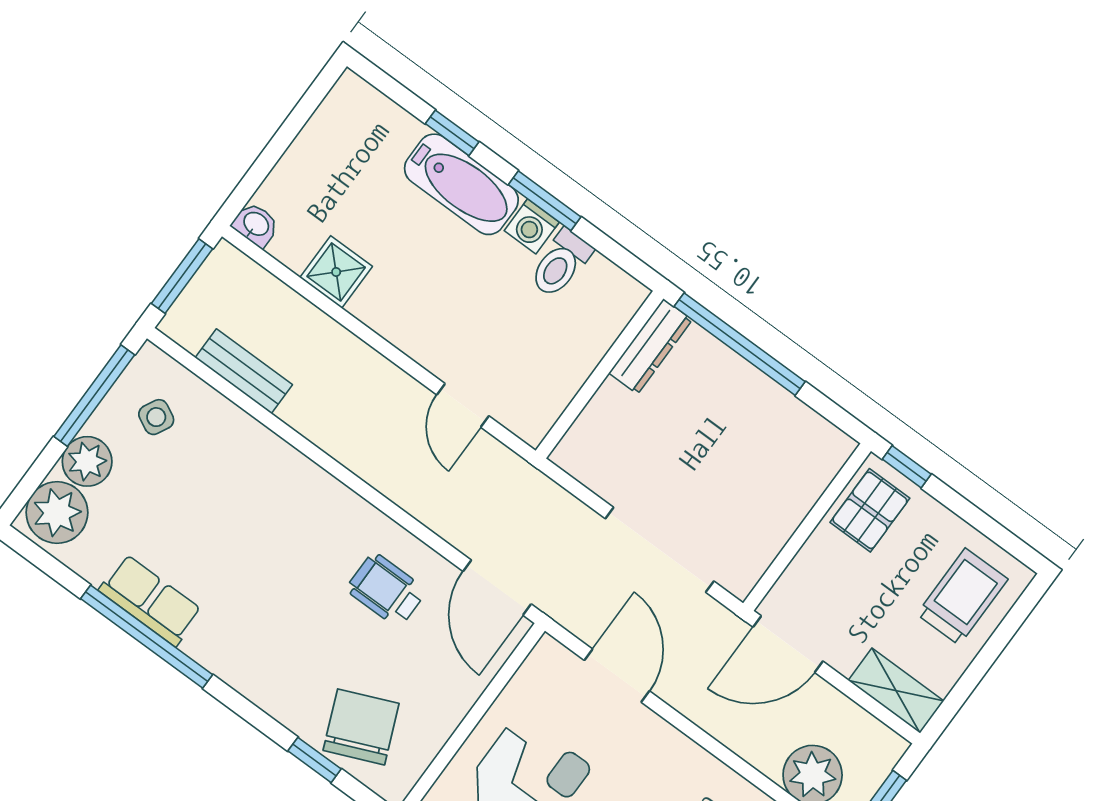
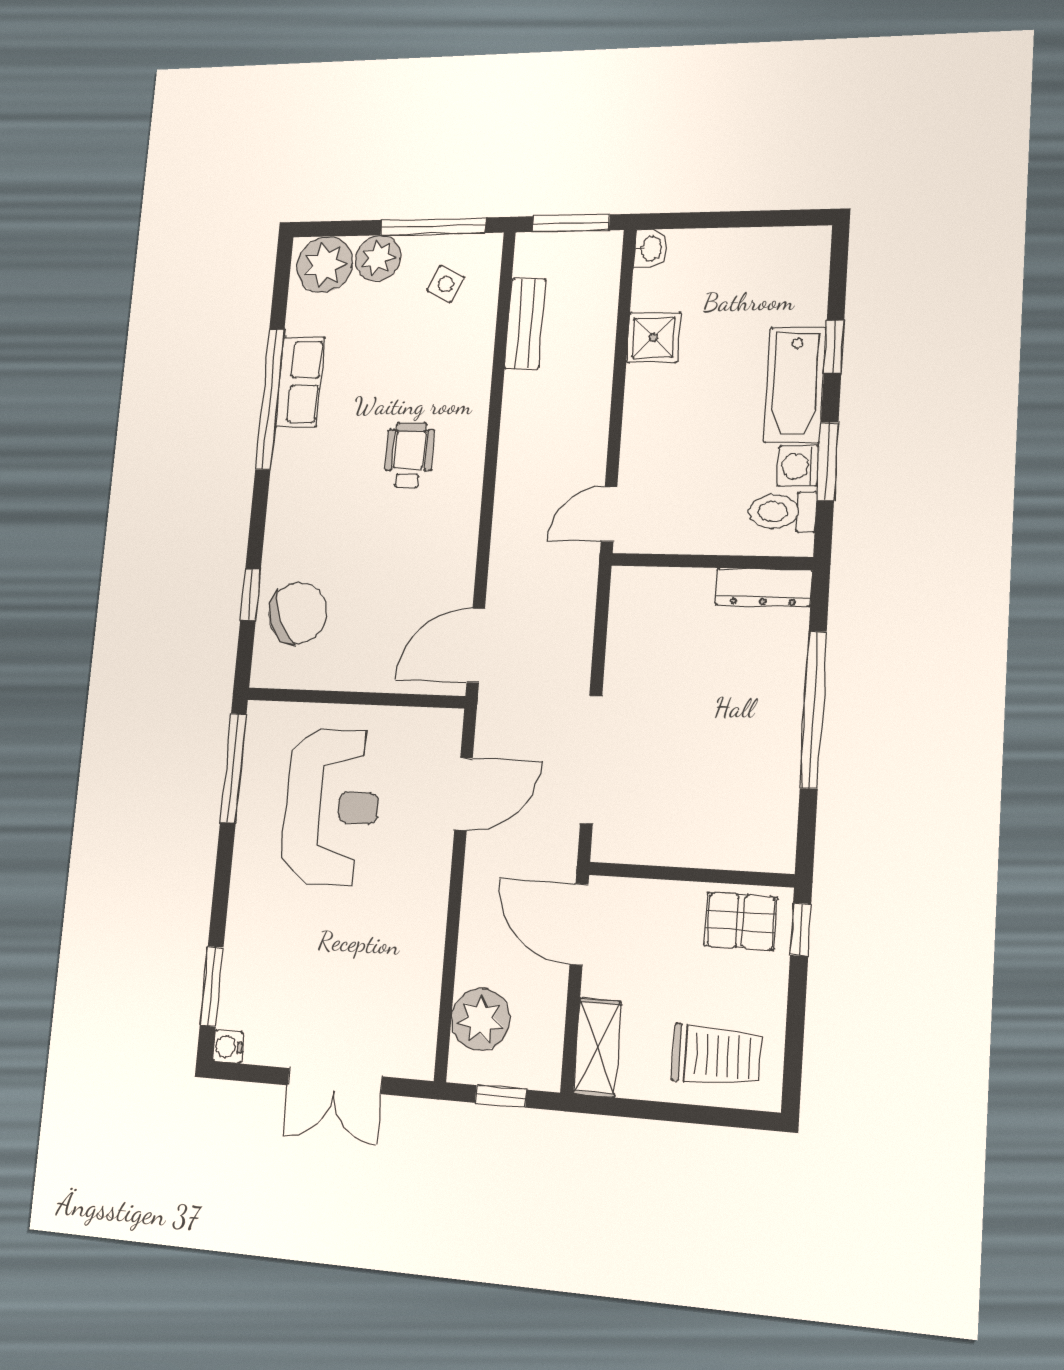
dresser: (650, 346) -> (764, 587), moved
wall: (599, 375) -> (711, 561), moved
wheelchair: (386, 590) -> (409, 455), moved

